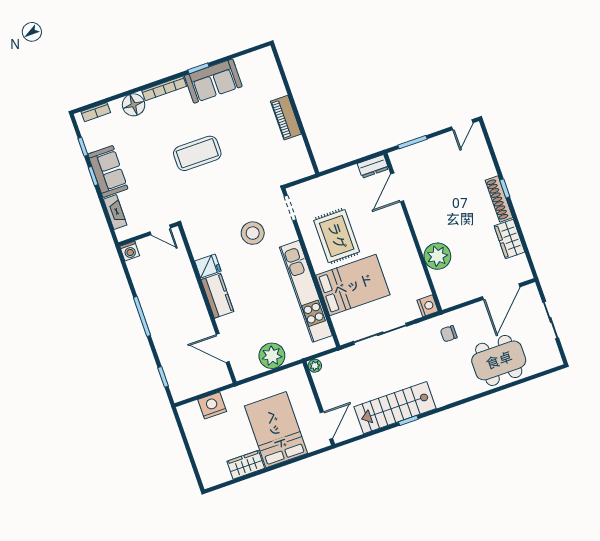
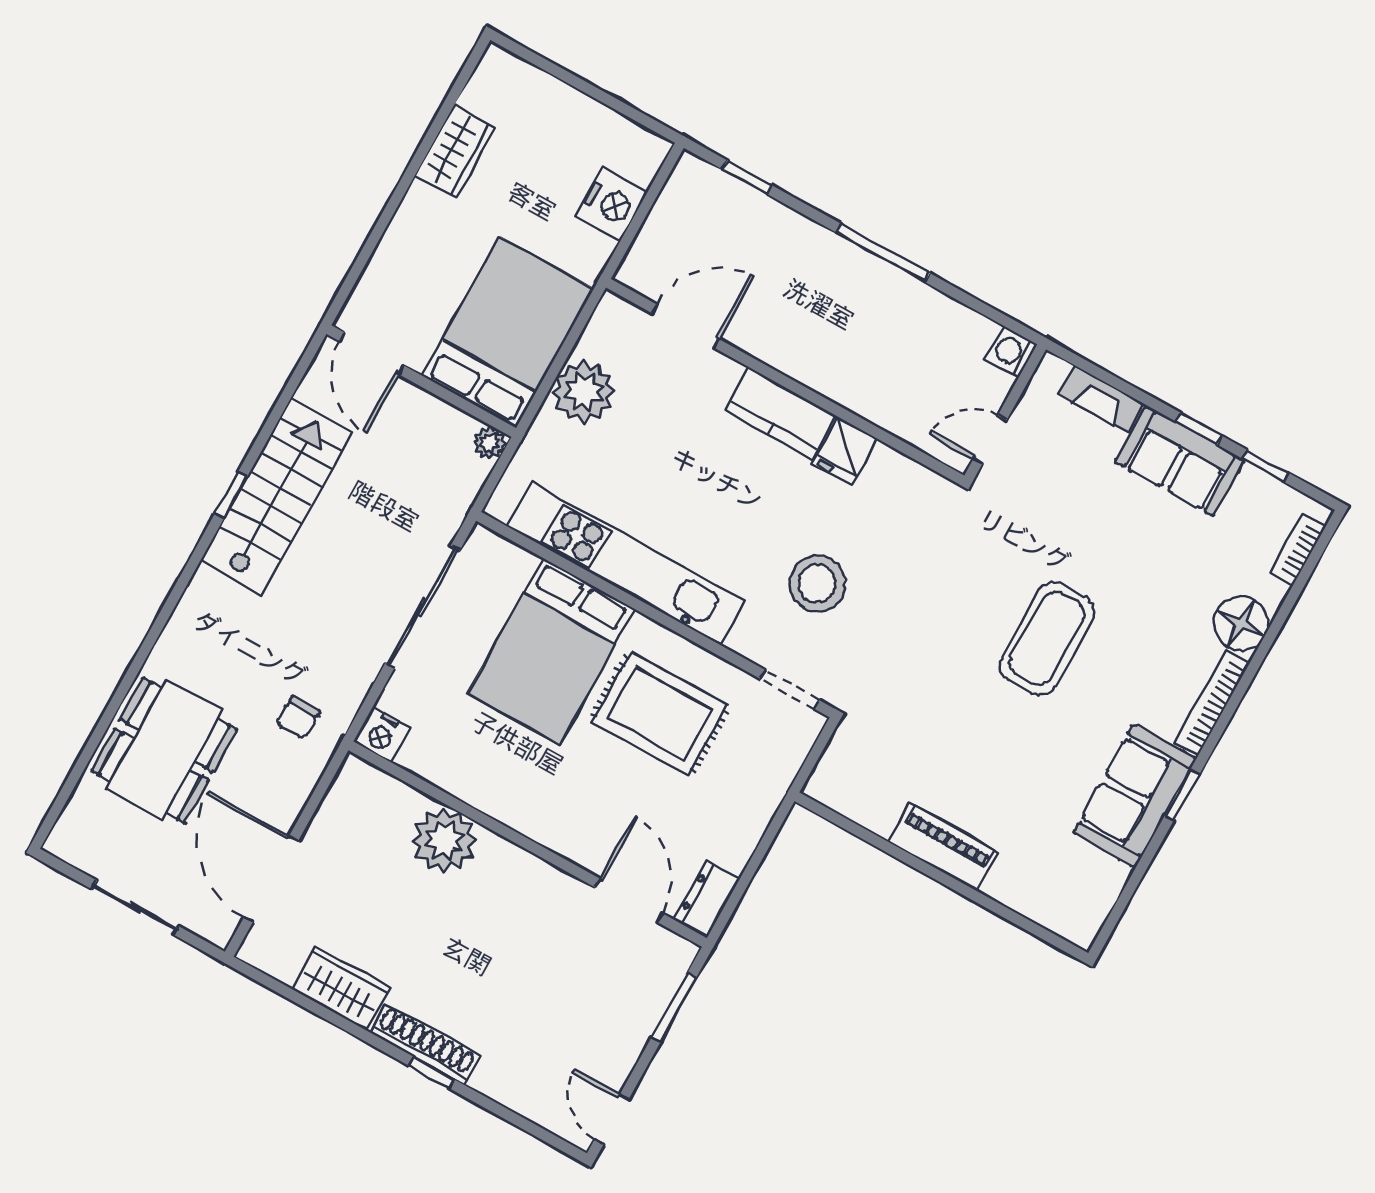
chair: (449, 334) -> (298, 718), turned 180
bed: (276, 430) -> (508, 332), moved, turned -90

